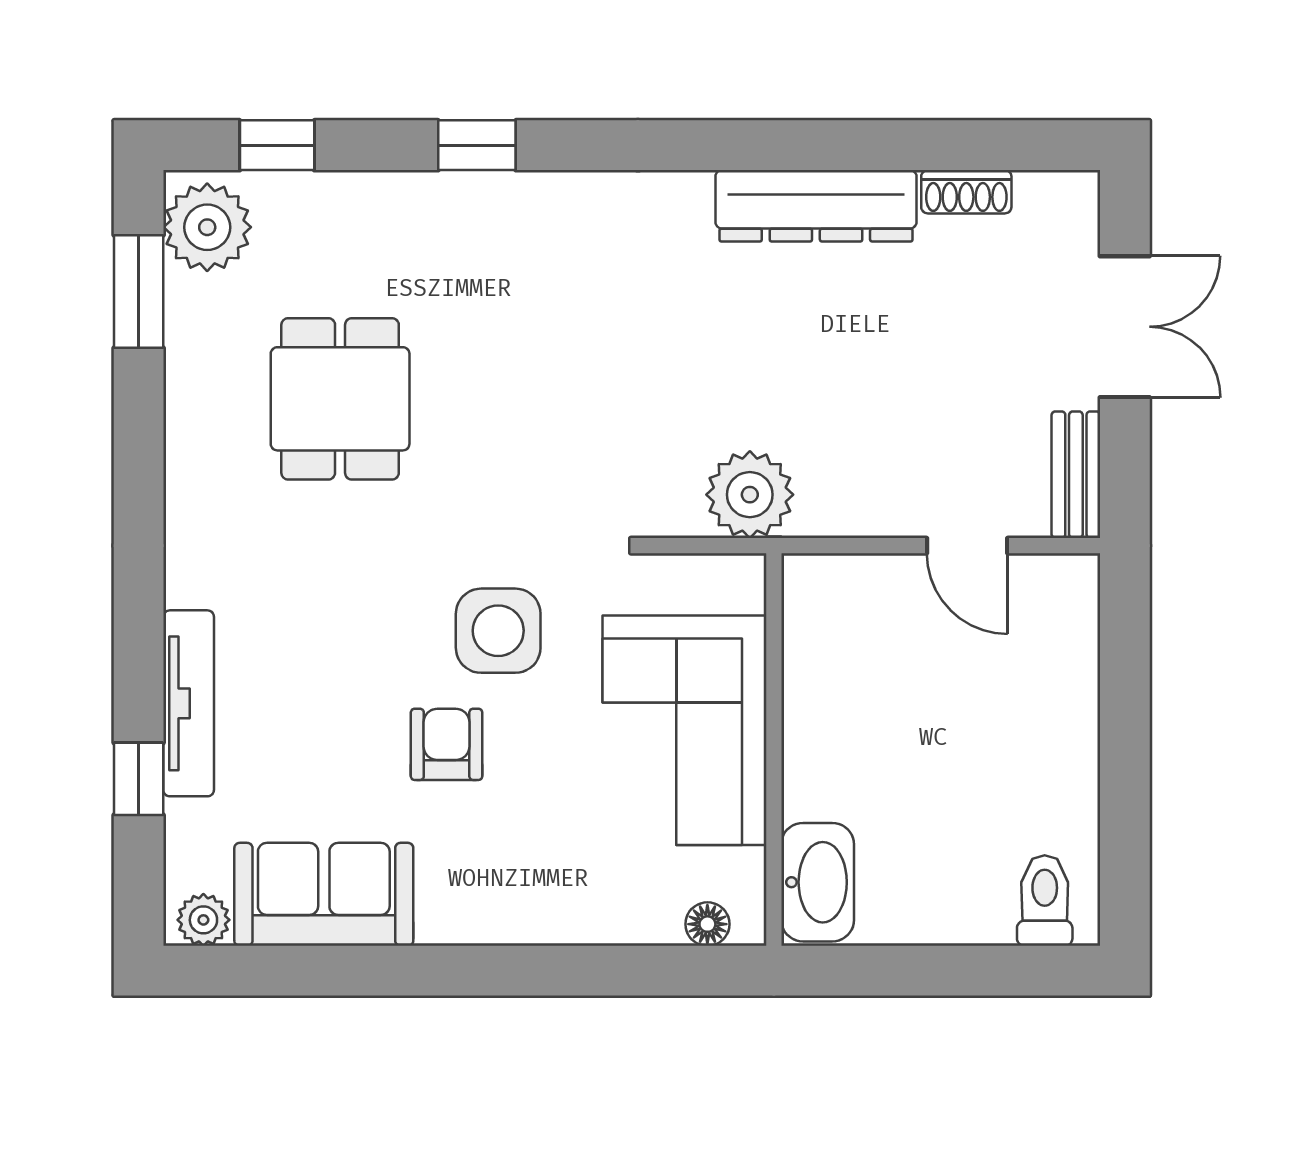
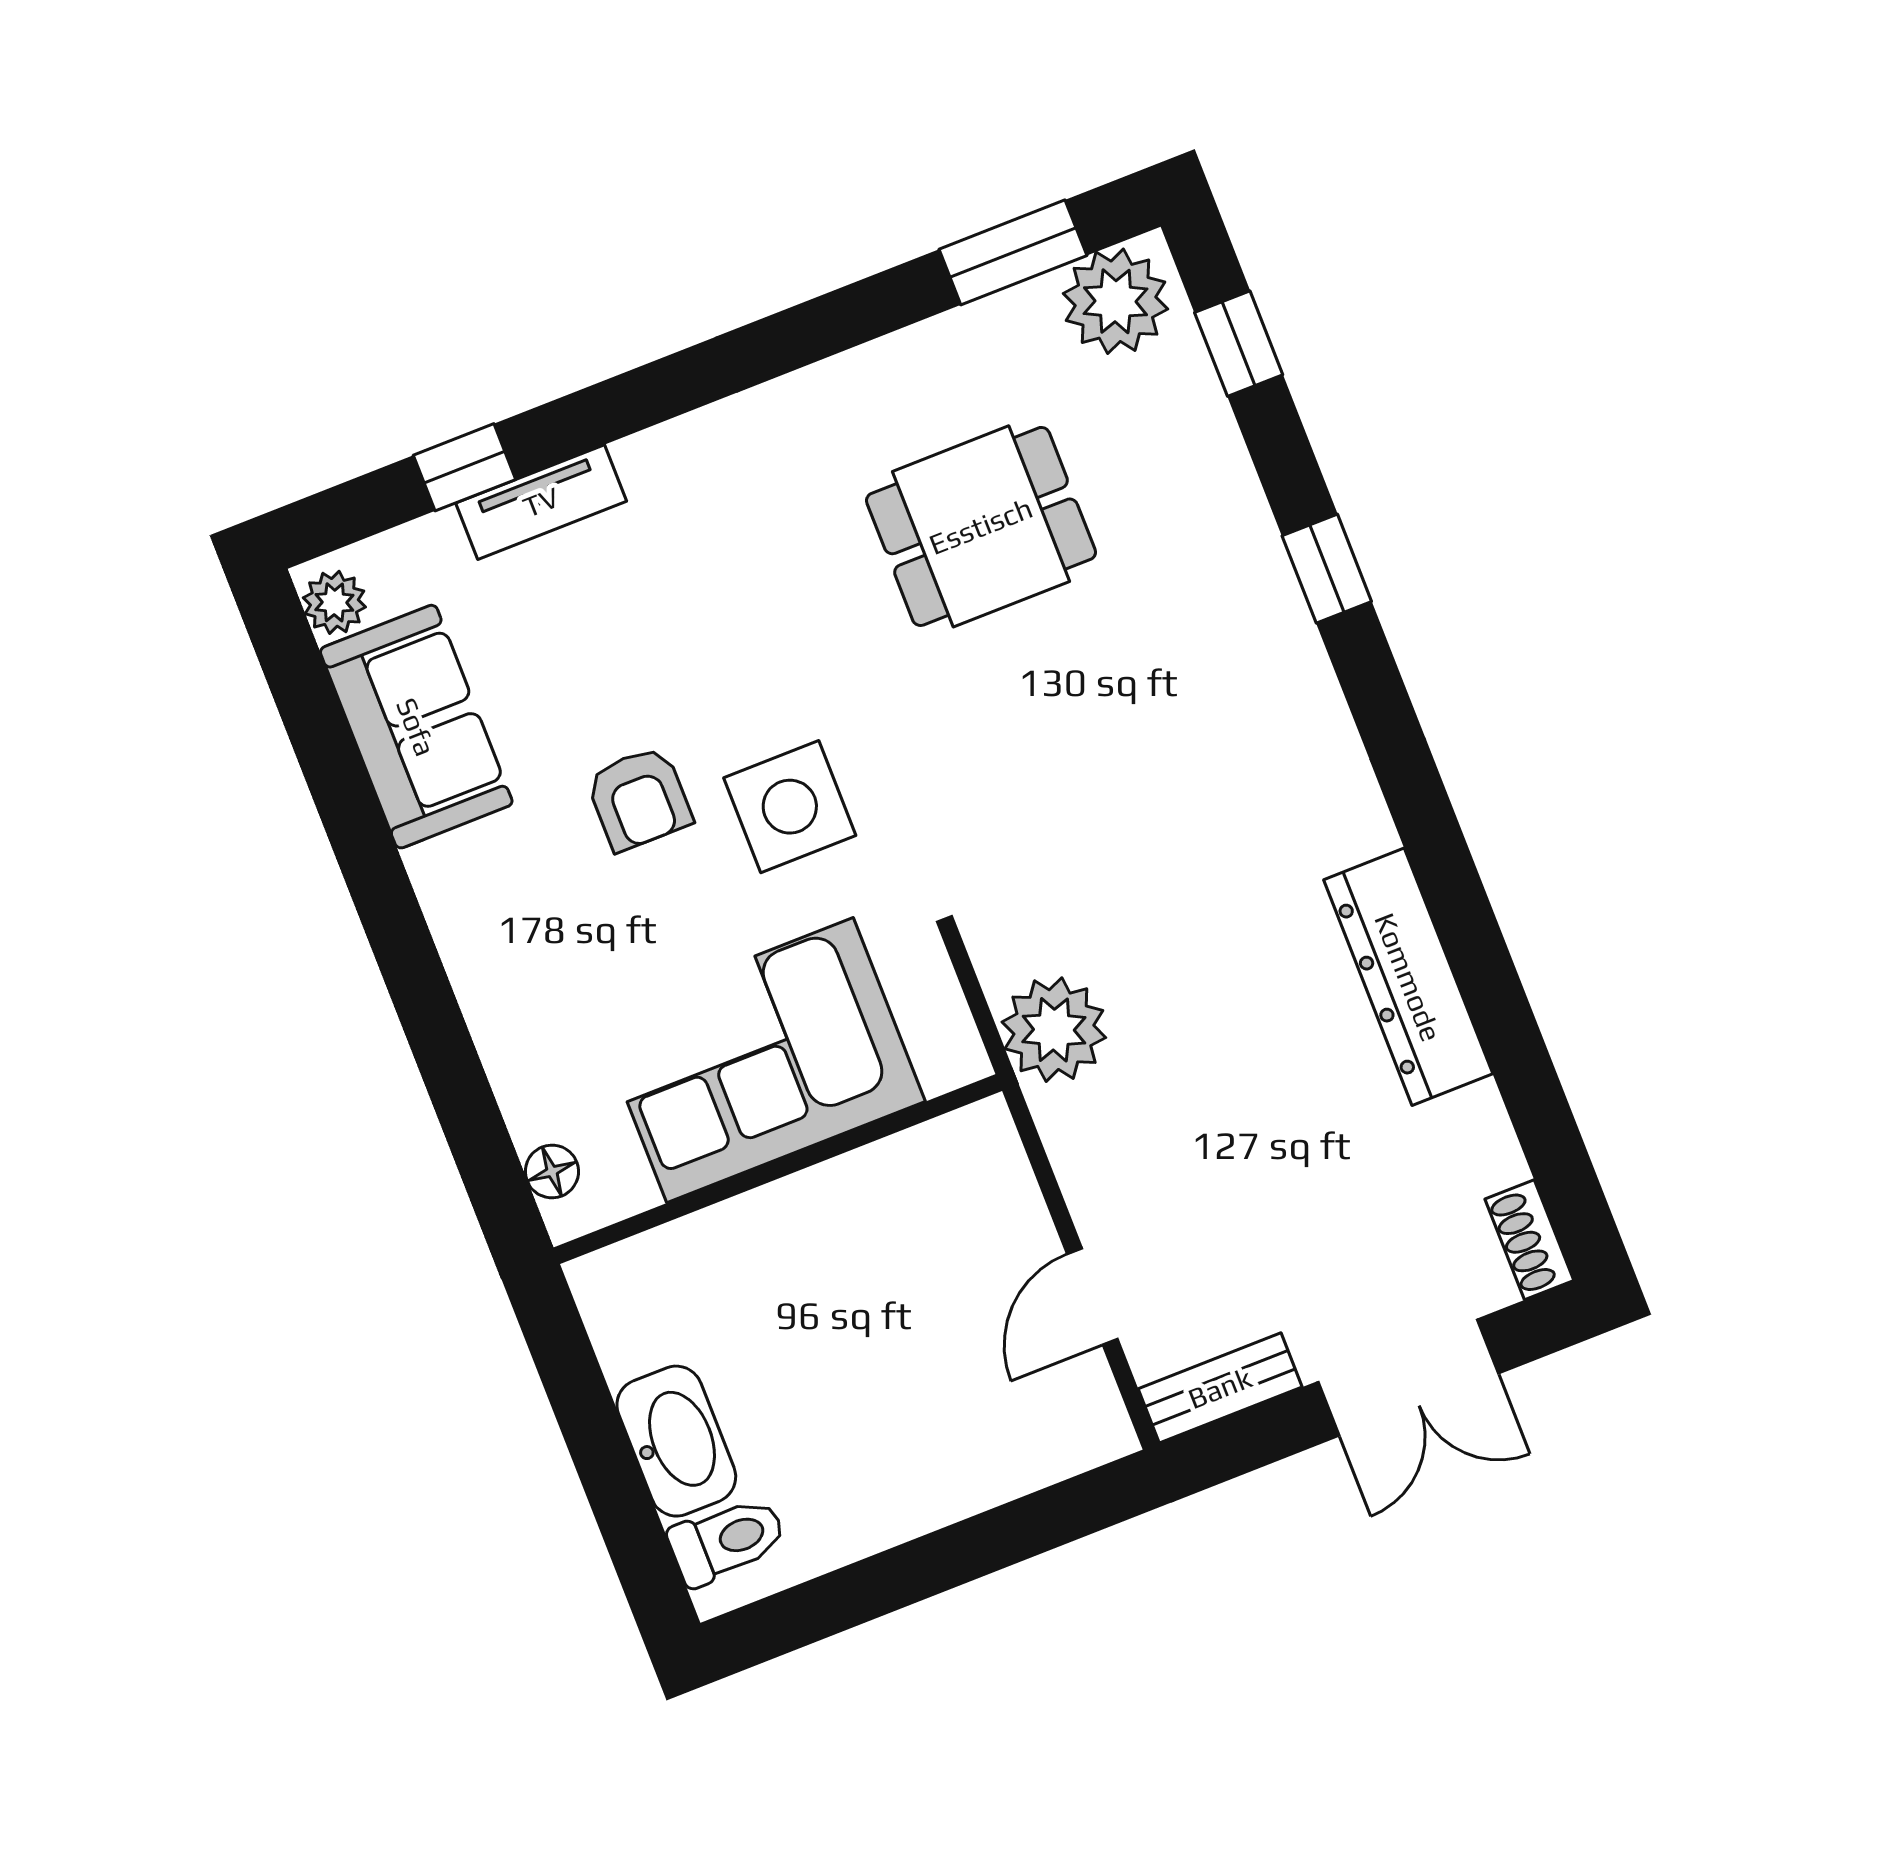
shoe rack: (966, 192) -> (1529, 1240), moved
tv unit: (189, 703) -> (541, 502), width x0.71
armchair: (447, 744) -> (639, 799), turned 90
washbasin: (818, 882) -> (676, 1441), moved, turned -90

